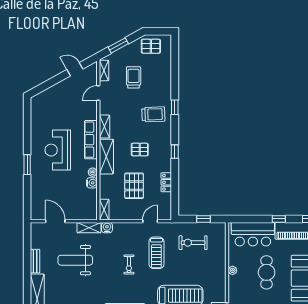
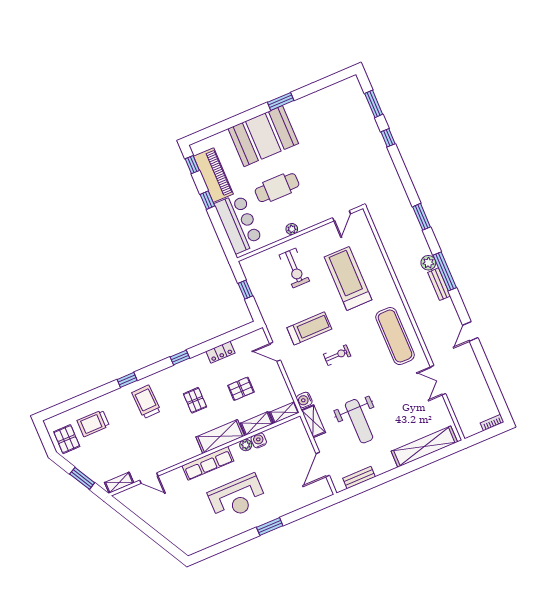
door: (75, 69) -> (132, 518), removed
trolley: (134, 77) -> (93, 423), moved
shelving: (105, 127) -> (257, 423), moved
pallet: (134, 186) -> (241, 389), width x0.67, depth x0.71
exercise bike: (193, 243) -> (294, 268), moved
bench: (35, 261) -> (359, 478), moved

